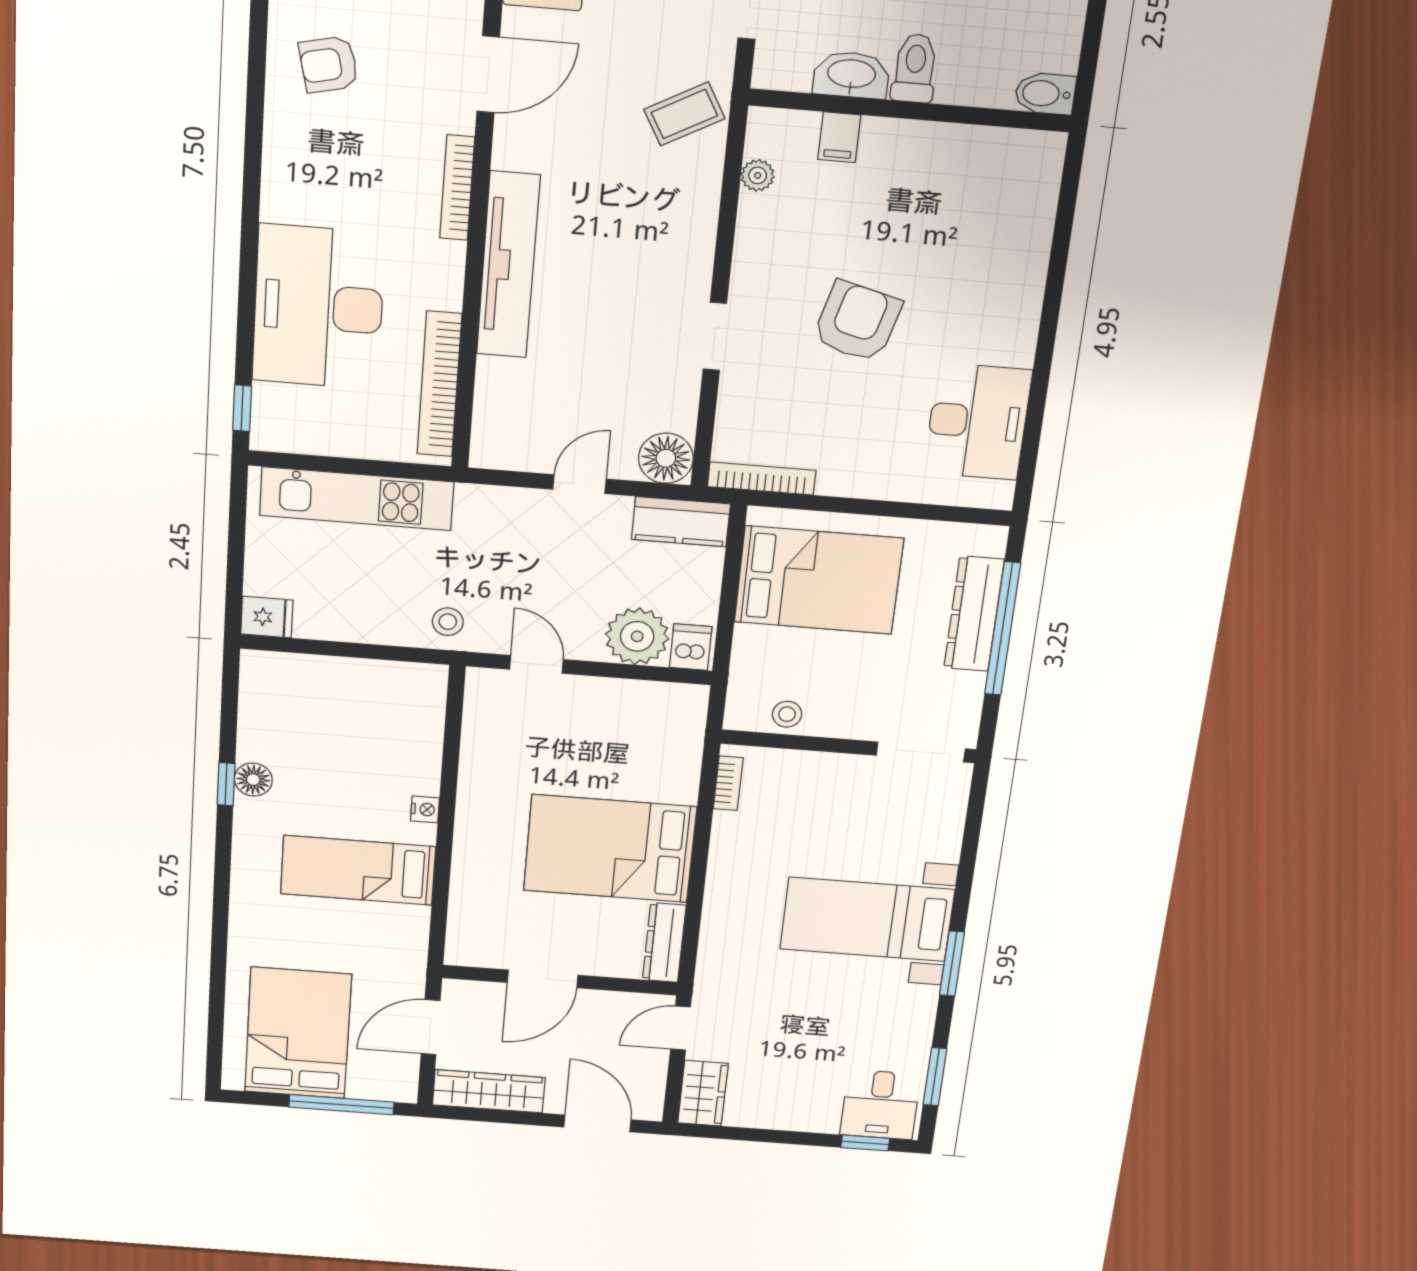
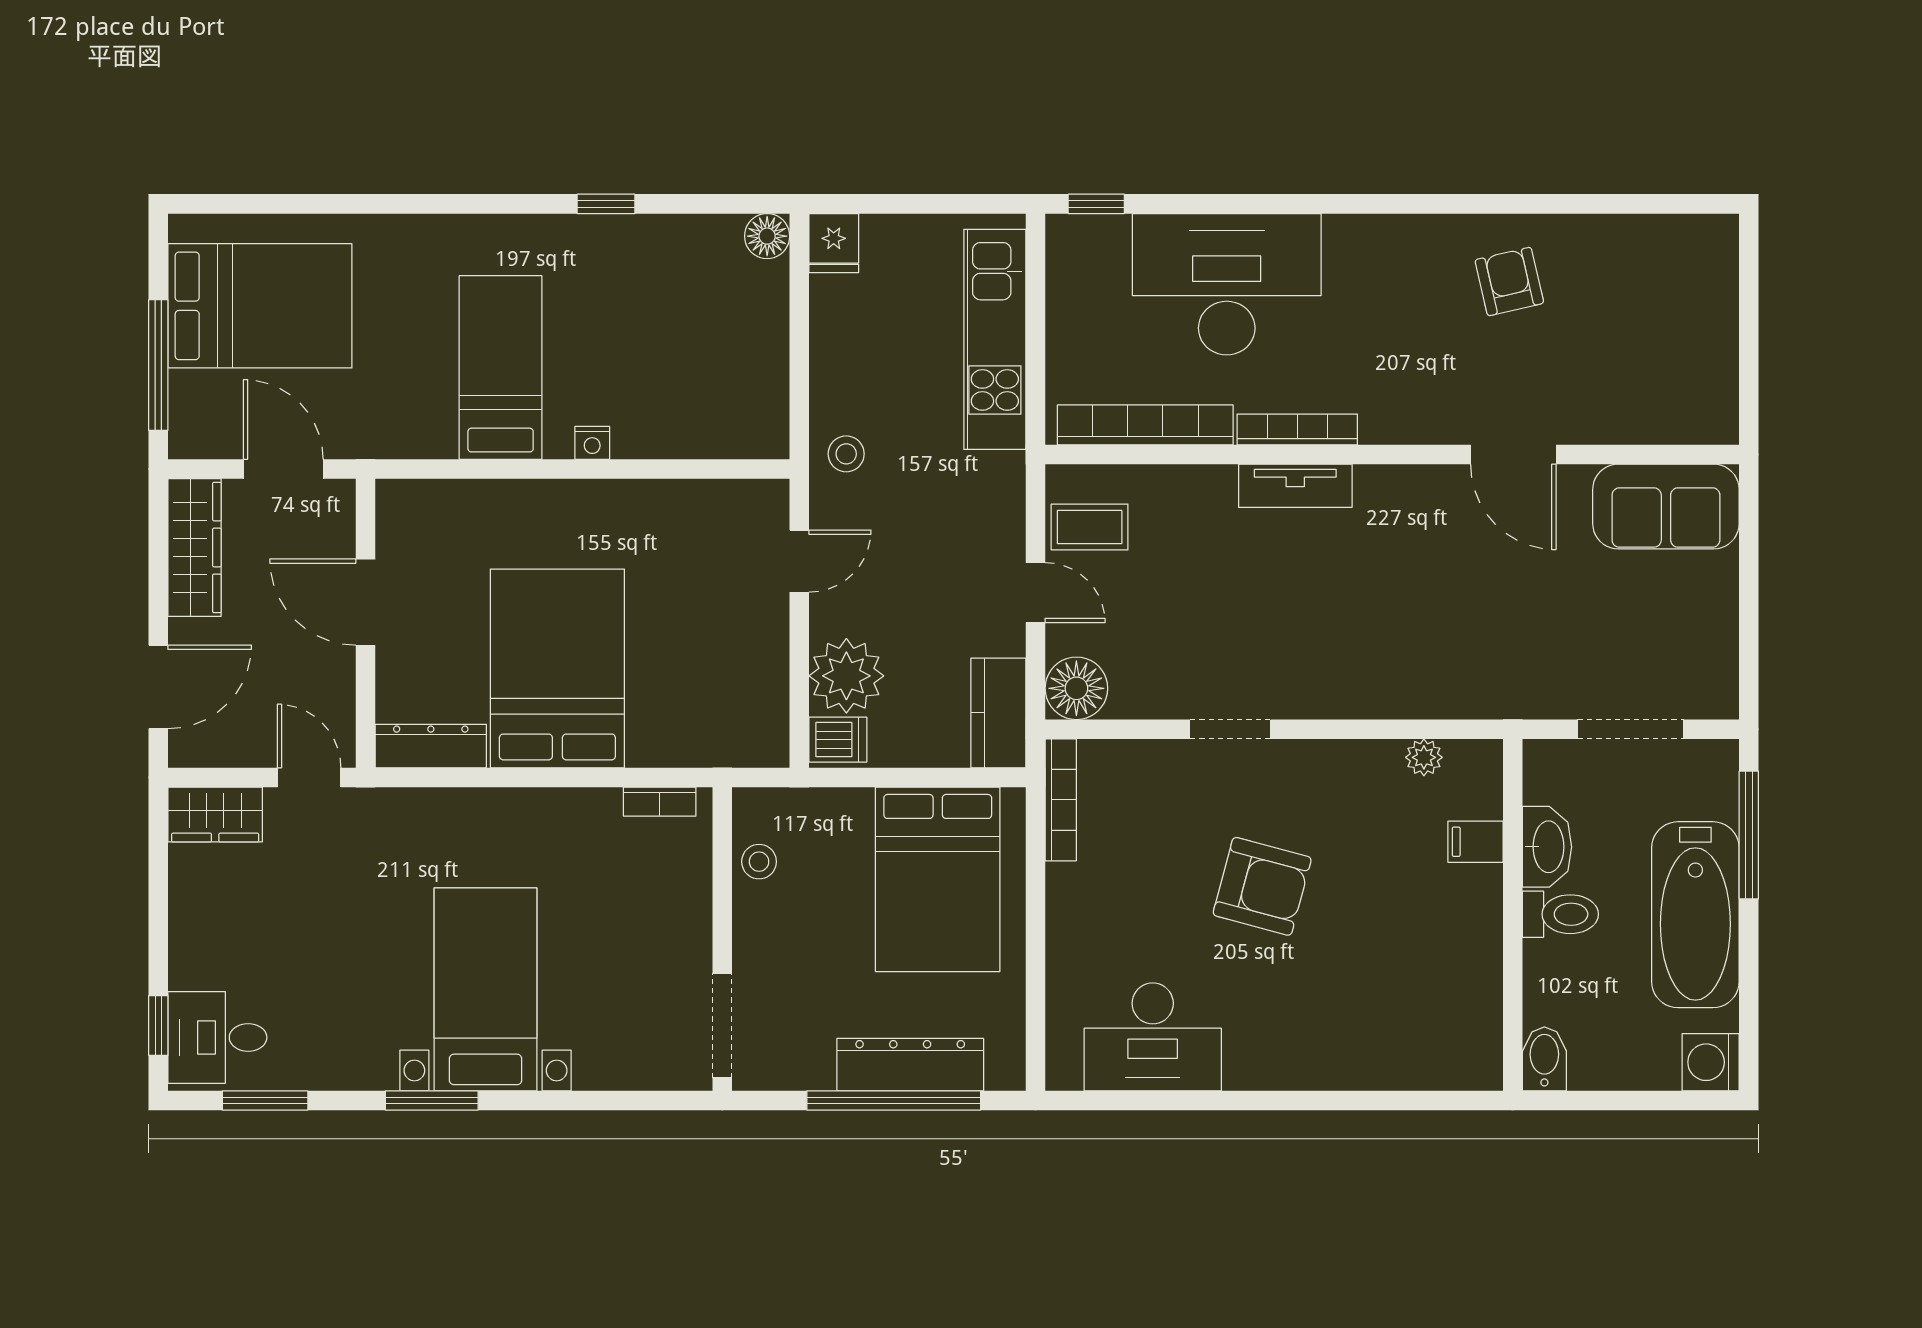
coffee table: (684, 114) -> (1090, 527), moved, turned -61
bookcase: (457, 188) -> (1297, 429), moved
tv unit: (508, 265) -> (1295, 486), width x0.52, depth x0.78
floor lamp: (253, 780) -> (767, 236), moved

